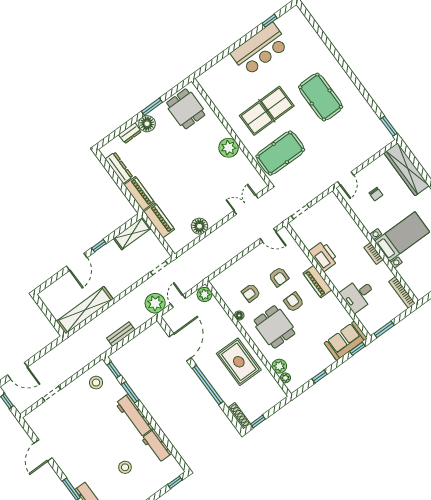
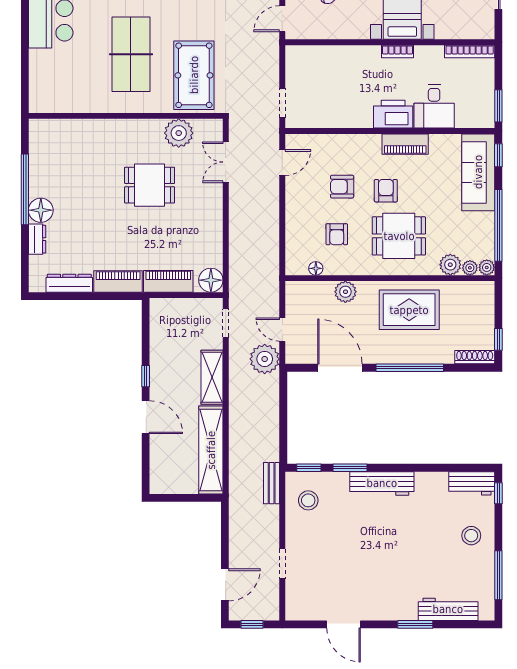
window: (152, 107) -> (25, 189), width x2.11
dining table: (186, 109) -> (150, 185), moved
plant: (229, 148) -> (179, 133), moved
door: (346, 178) -> (282, 19), swing flipped
floor lamp: (199, 226) -> (211, 280), moved
shelving: (132, 233) -> (212, 377), moved
printer: (323, 256) -> (393, 114), moved
armchair: (279, 277) -> (342, 187), turned 180
piano: (317, 282) -> (405, 144), moved
plant: (204, 294) -> (345, 292), moved
armchair: (294, 302) -> (386, 191), turned 90
floor lamp: (239, 315) -> (316, 268), moved
bench: (121, 334) -> (272, 483), moved
sofa: (346, 341) -> (478, 172), width x1.36
window: (319, 377) -> (498, 225), width x3.17
plant: (292, 387) -> (487, 267), added
workbench: (157, 446) -> (472, 483), moved
stool: (125, 467) -> (471, 536), moved

